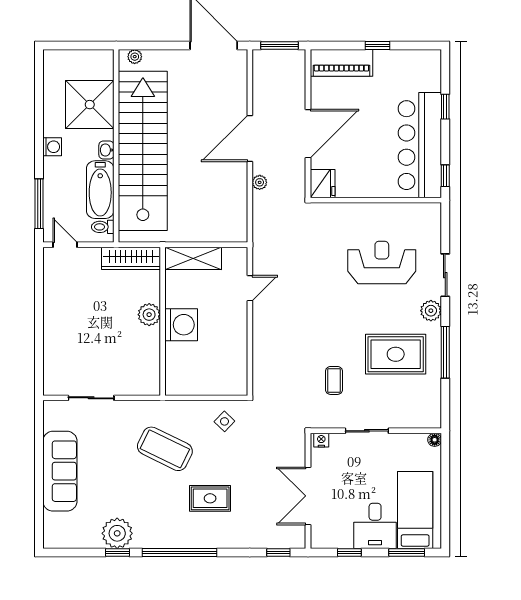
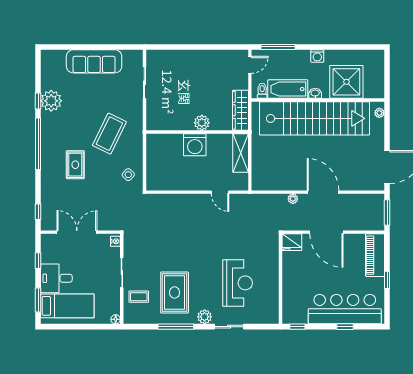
bar counter: (420, 145) -> (345, 309), moved
coffee table: (334, 380) -> (139, 297), moved

